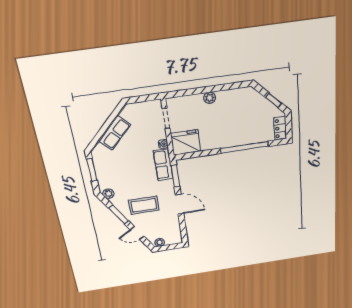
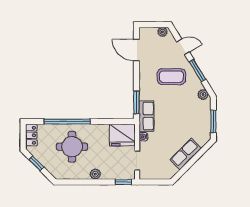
window: (178, 94) -> (123, 182), added
round table: (237, 123) -> (72, 147), added
door: (180, 204) -> (137, 50), moved

